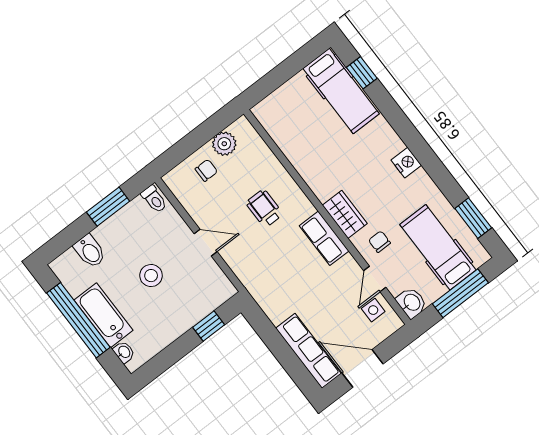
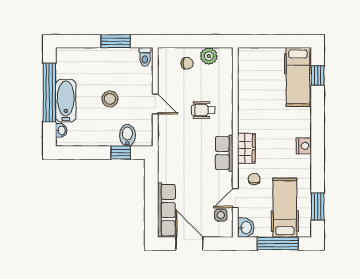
wheelchair: (264, 208) -> (203, 110), turned -90
bidet: (90, 251) -> (127, 135), moved, turned 180

